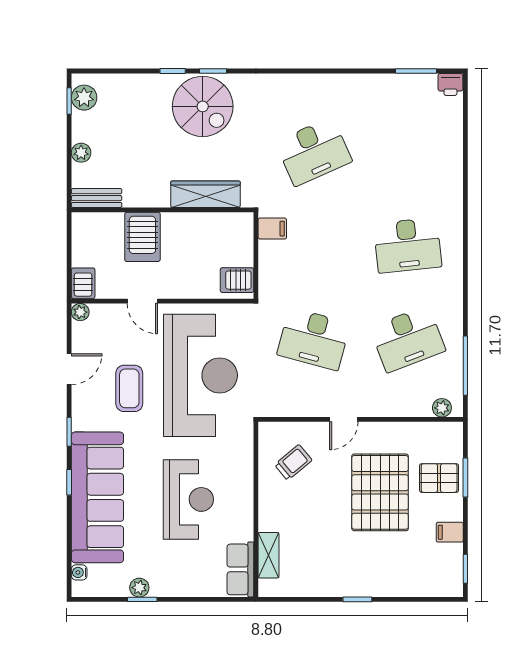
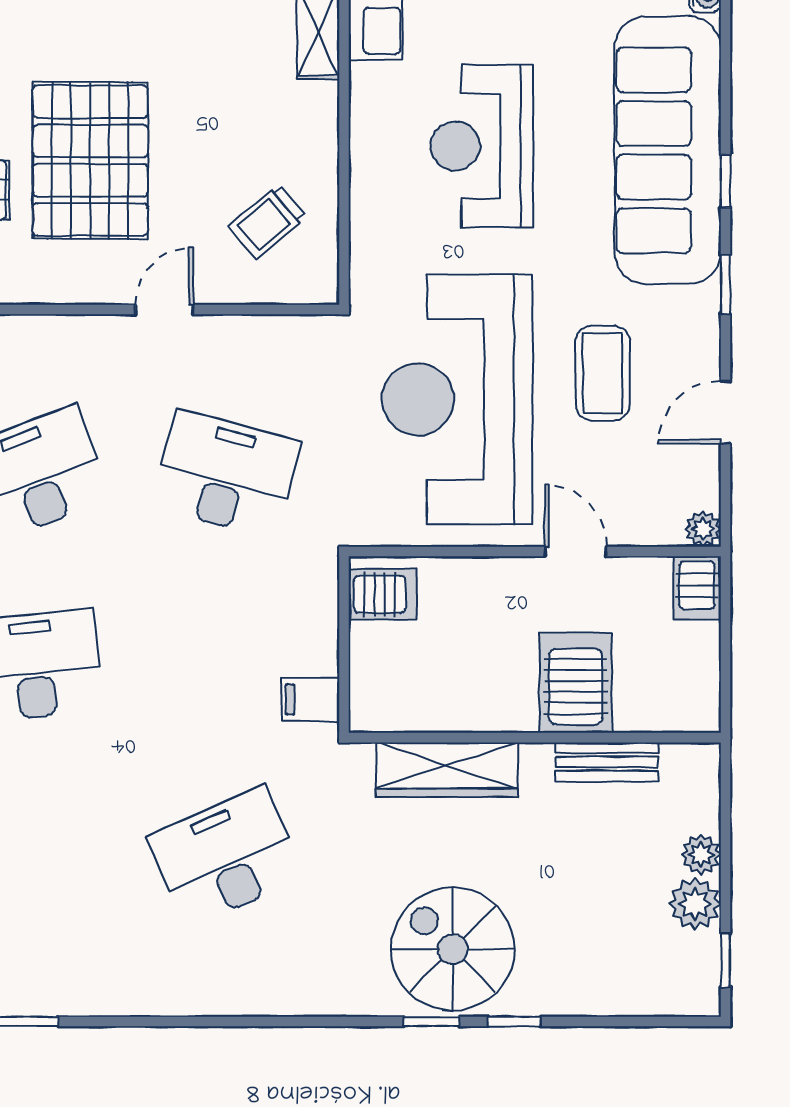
plant: (84, 98) -> (695, 904), moved
bench: (97, 198) -> (607, 762), moved

